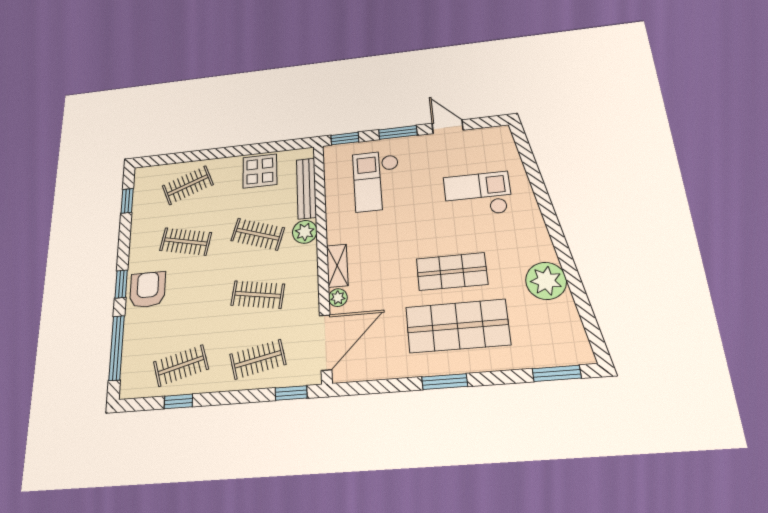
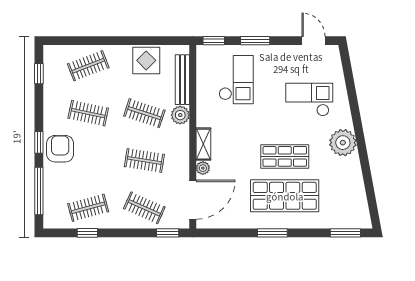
door: (448, 127) -> (313, 41), moved
checkout: (377, 181) -> (236, 80), turned 180
plant: (546, 281) -> (343, 143), moved
clothes rail: (258, 359) -> (144, 208), turned 36

